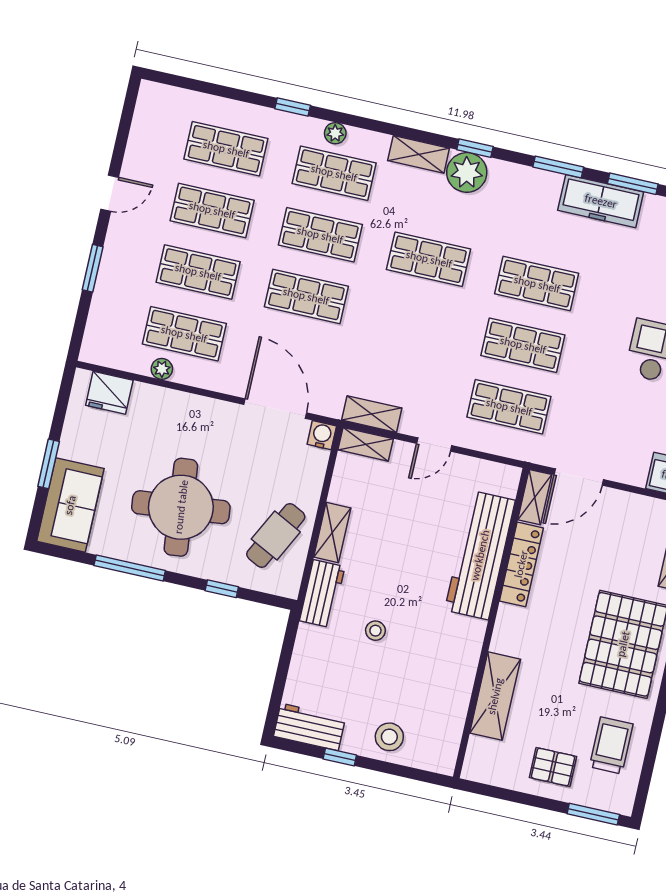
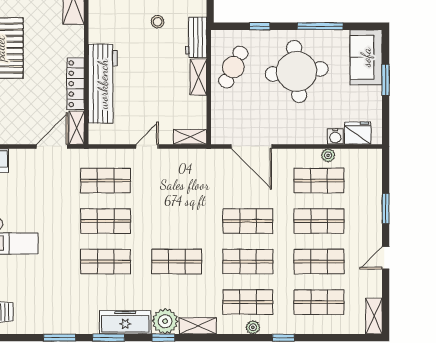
freezer: (601, 201) -> (125, 322), moved
shelving: (372, 414) -> (374, 316), moved, turned 90
water cooler: (322, 435) -> (335, 136), moved

